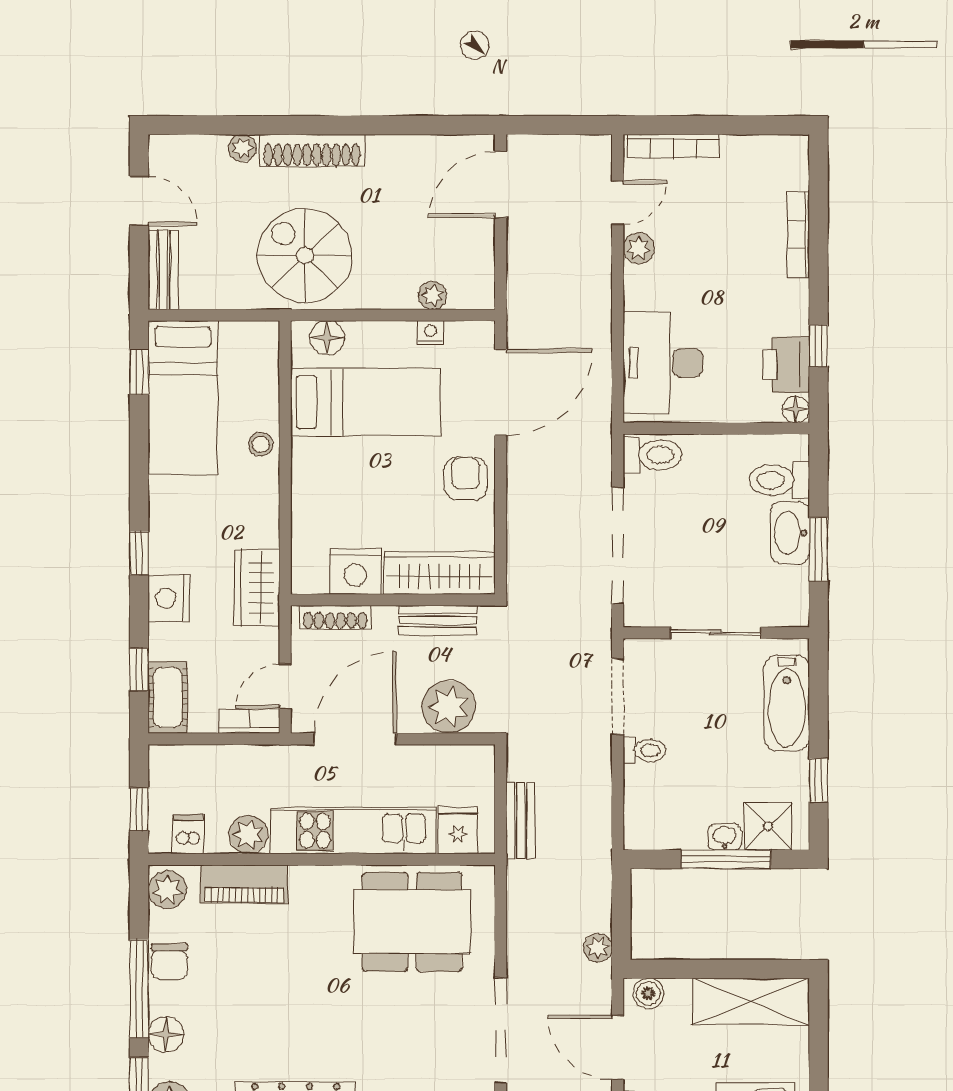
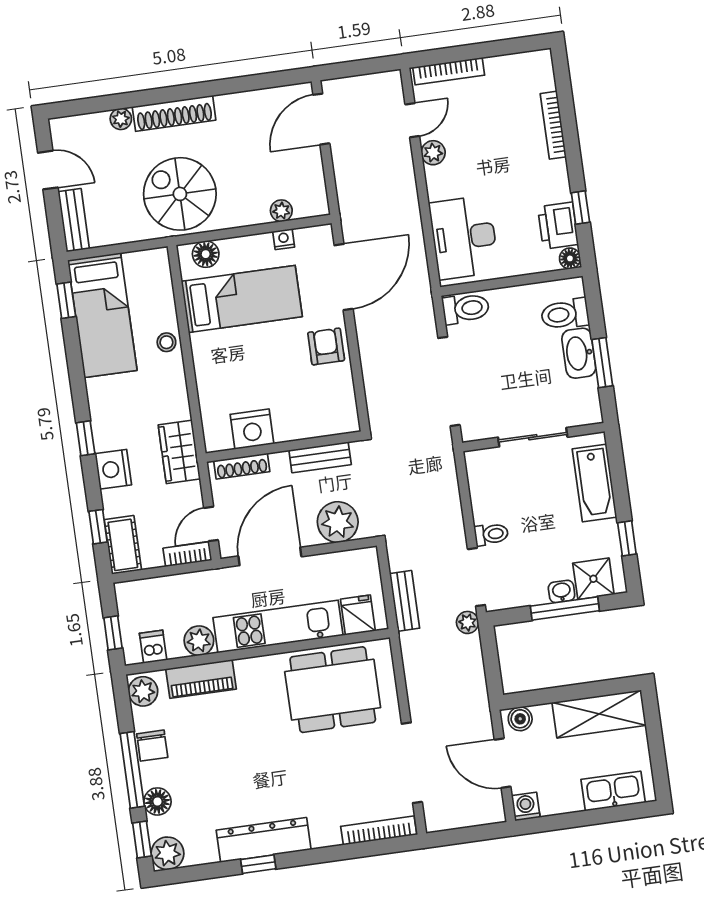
wardrobe: (439, 573) -> (316, 421), removed
doorway: (618, 697) -> (476, 577), moved
plant: (598, 948) -> (467, 622), moved

